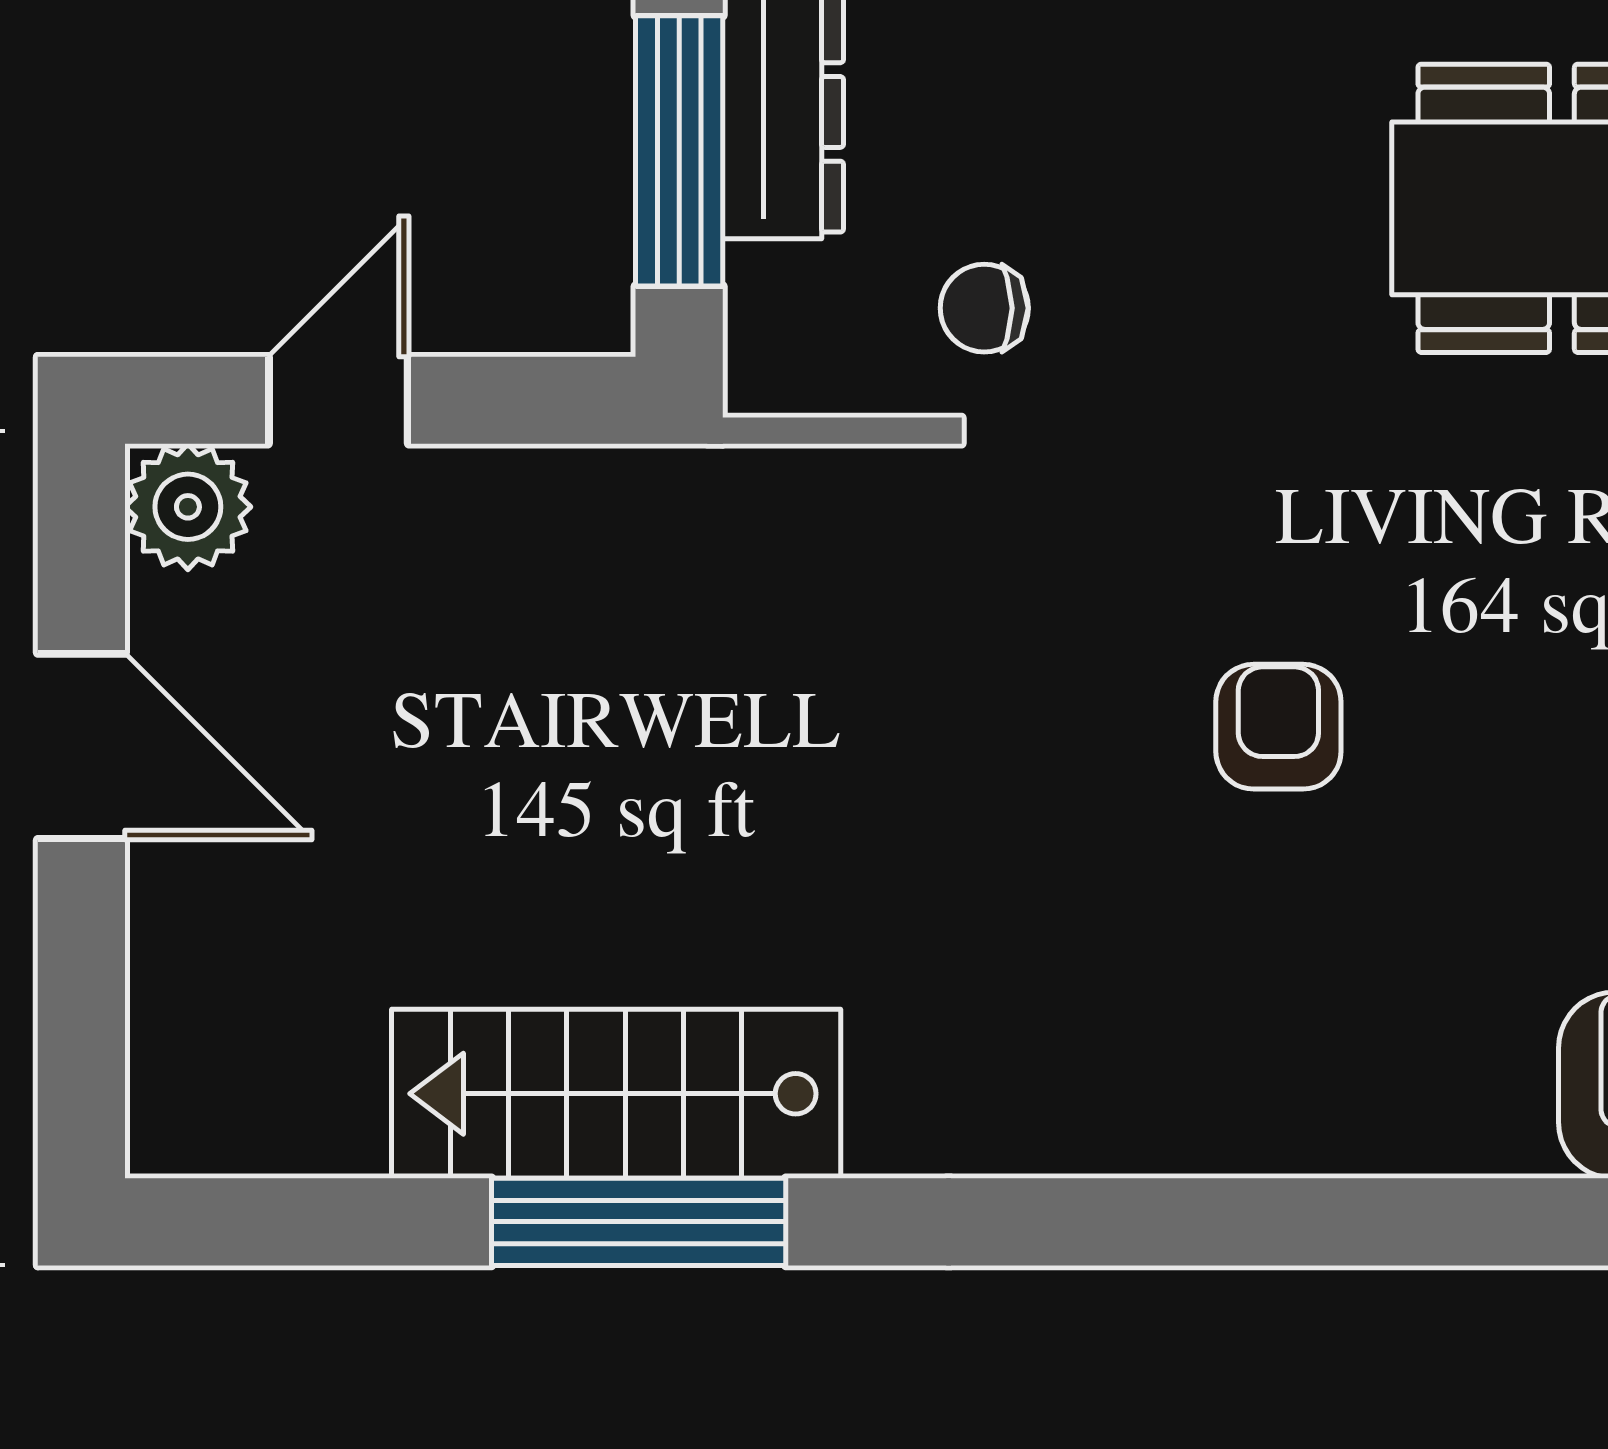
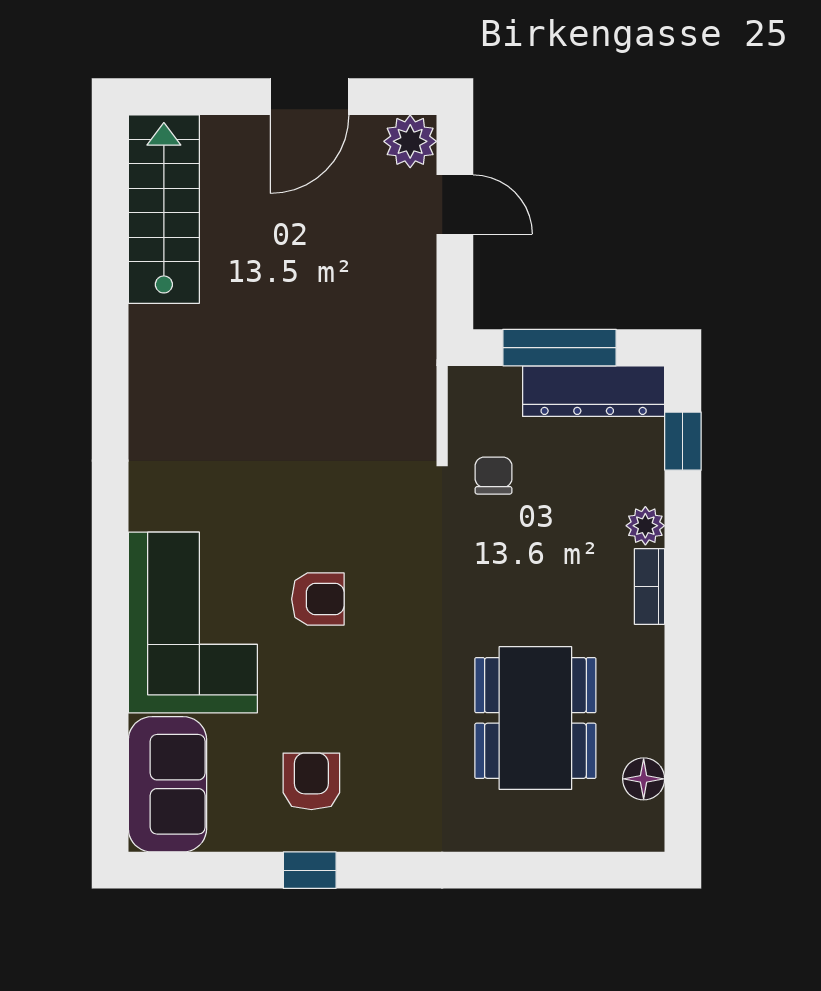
corner sofa: (1335, 1025) -> (193, 623), added
stairs: (616, 1094) -> (164, 209), moved
window: (639, 1222) -> (110, 331), removed

